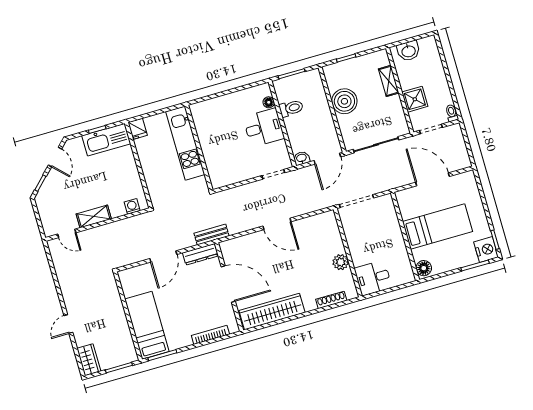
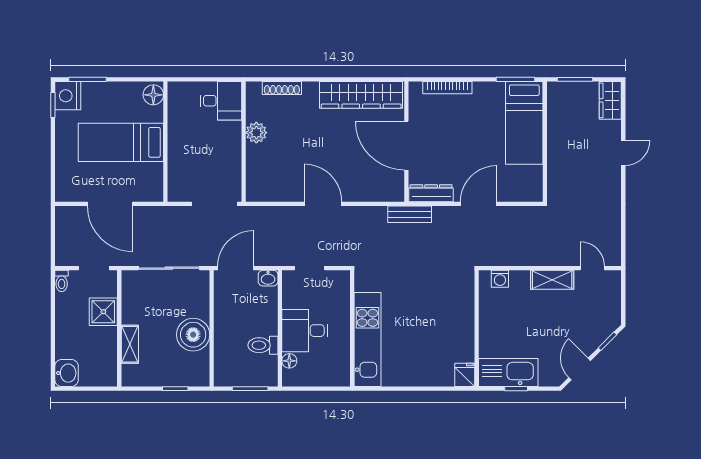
washbasin: (408, 51) -> (67, 373), moved, turned 90
kitchen unit: (185, 143) -> (367, 340), moved
wall: (199, 148) -> (352, 328), moved

